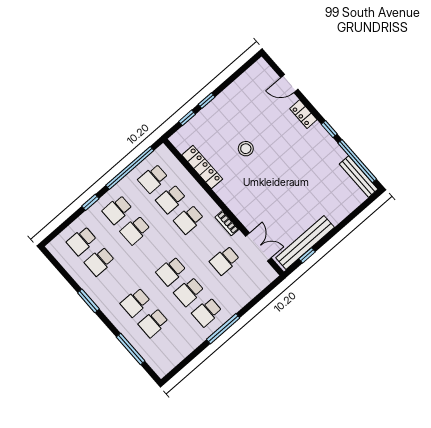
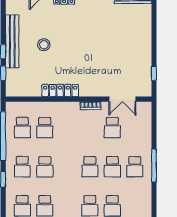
stool: (246, 149) -> (44, 45), moved
locker: (202, 167) -> (60, 91), moved
school desk: (189, 220) -> (67, 128), removed
bench: (305, 242) -> (12, 41), moved
double door: (258, 247) -> (122, 99), swing flipped

